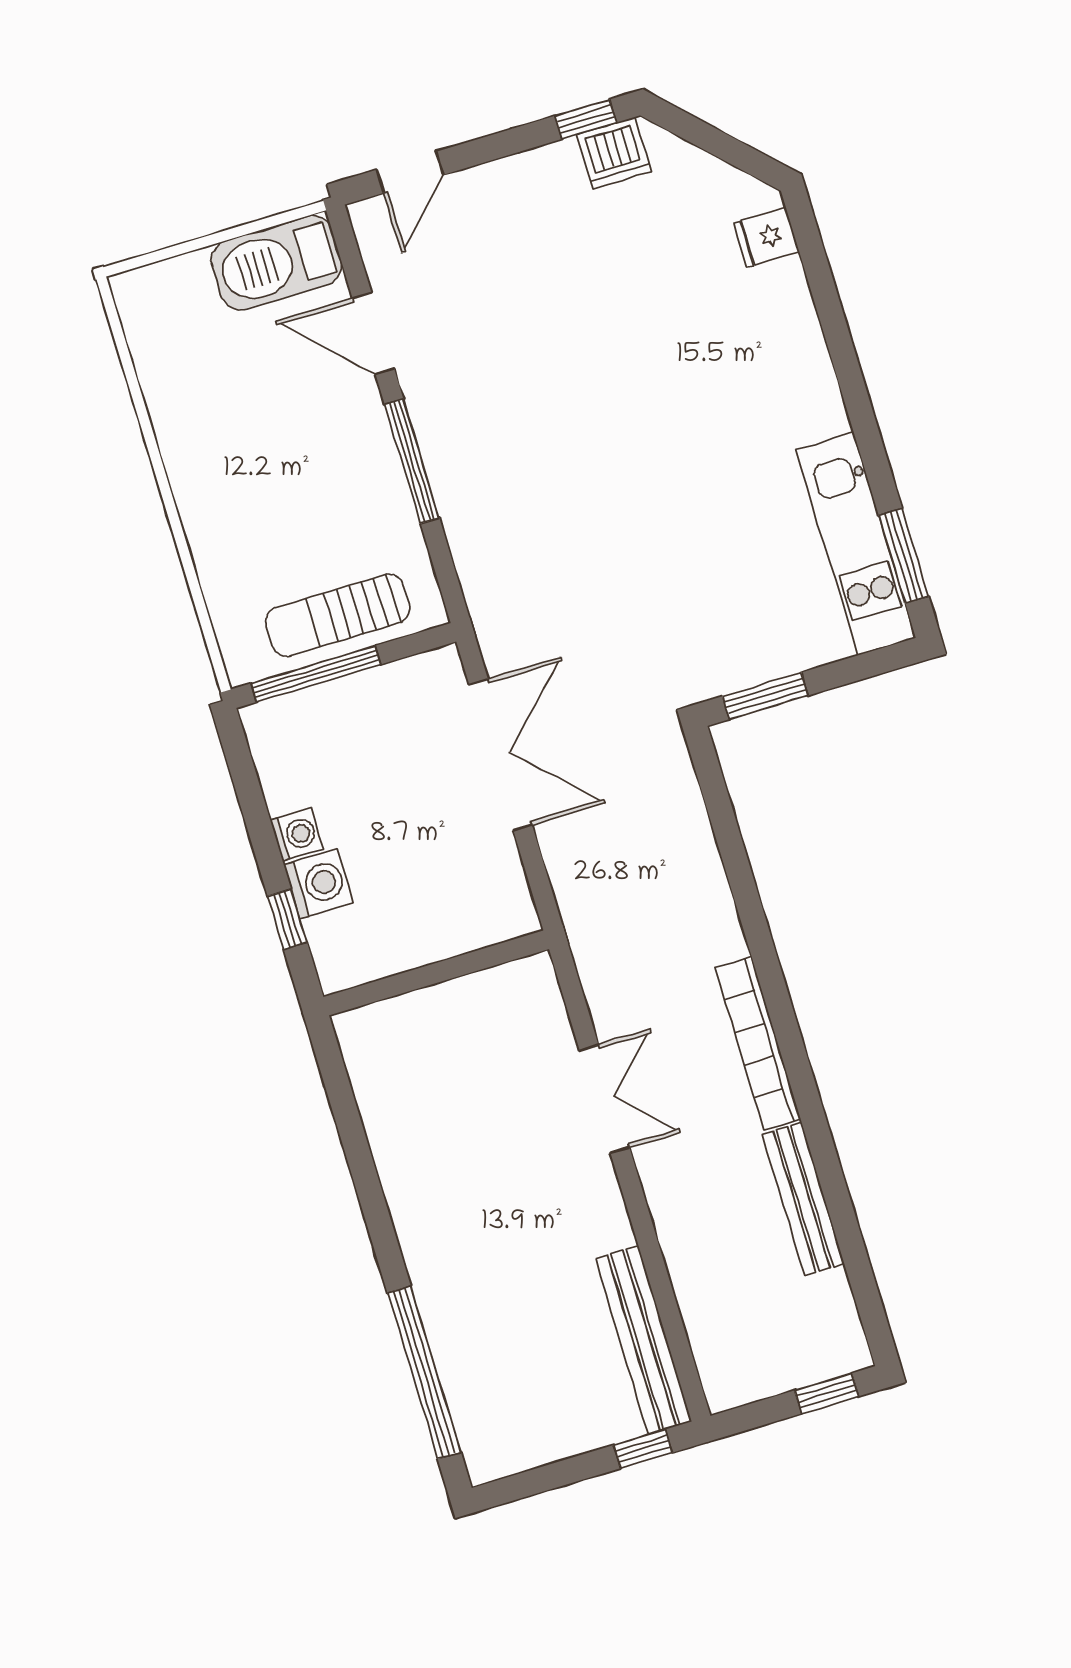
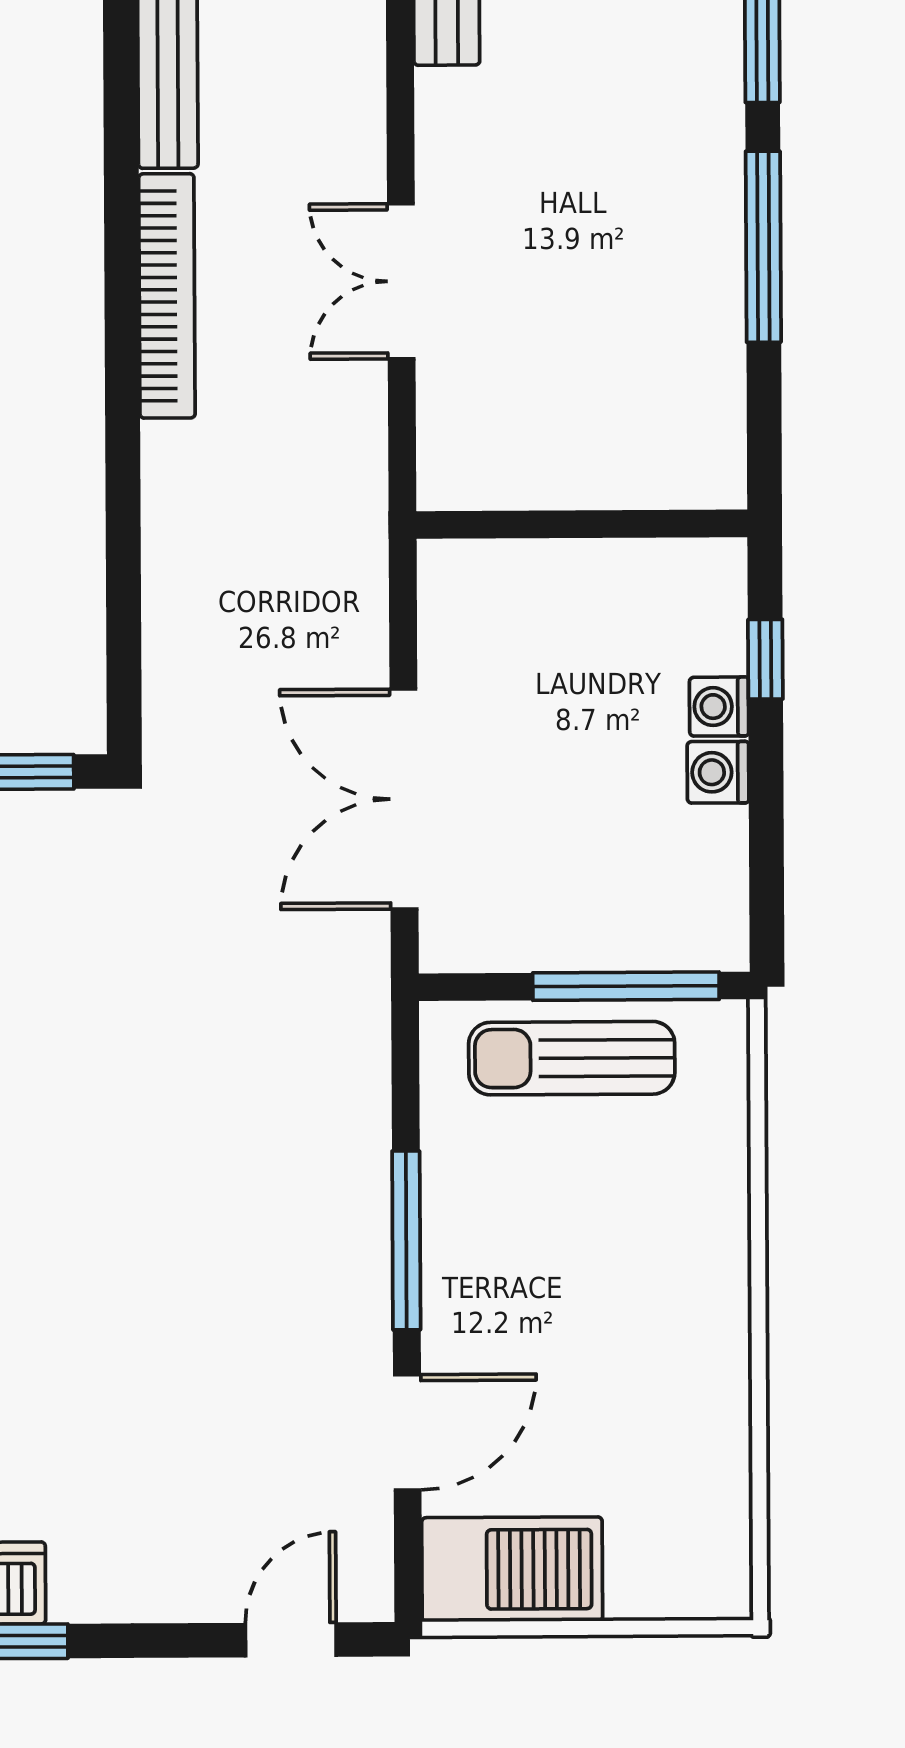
door: (373, 333) -> (407, 1432), hinge flipped
sun lounger: (338, 615) -> (572, 1058), turned 180
washing machine: (319, 884) -> (719, 707), width x0.73, depth x0.73
window: (370, 1194) -> (763, 247), added

